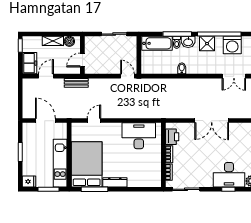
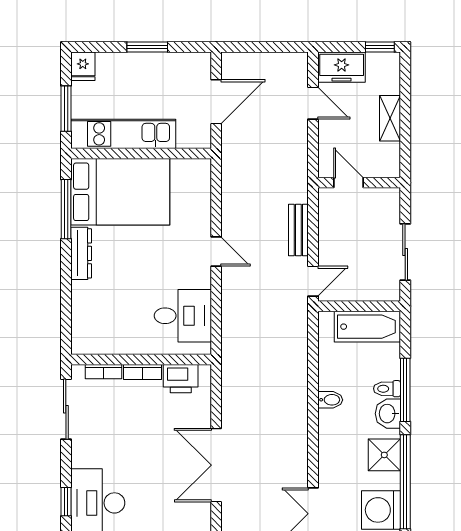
boiler: (69, 41) -> (389, 154), removed
bathtub: (157, 43) -> (367, 327), moved, turned -90
bench: (76, 83) -> (298, 230), moved
door: (94, 121) -> (216, 252), moved
desk: (139, 136) -> (183, 316), width x0.73

